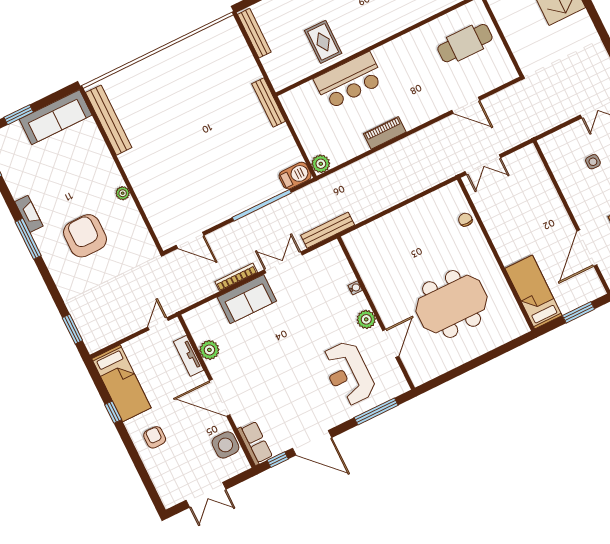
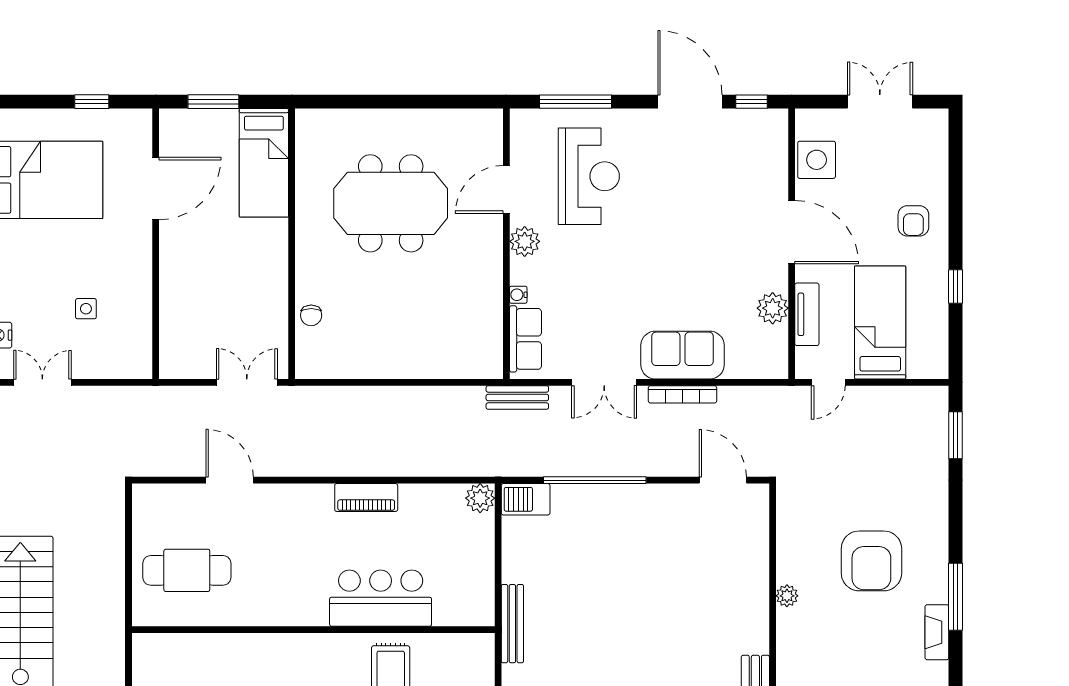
bench: (328, 230) -> (517, 397), width x0.73
bed: (121, 383) -> (880, 322), moved
row of seats: (255, 443) -> (525, 339), moved, turned 180

